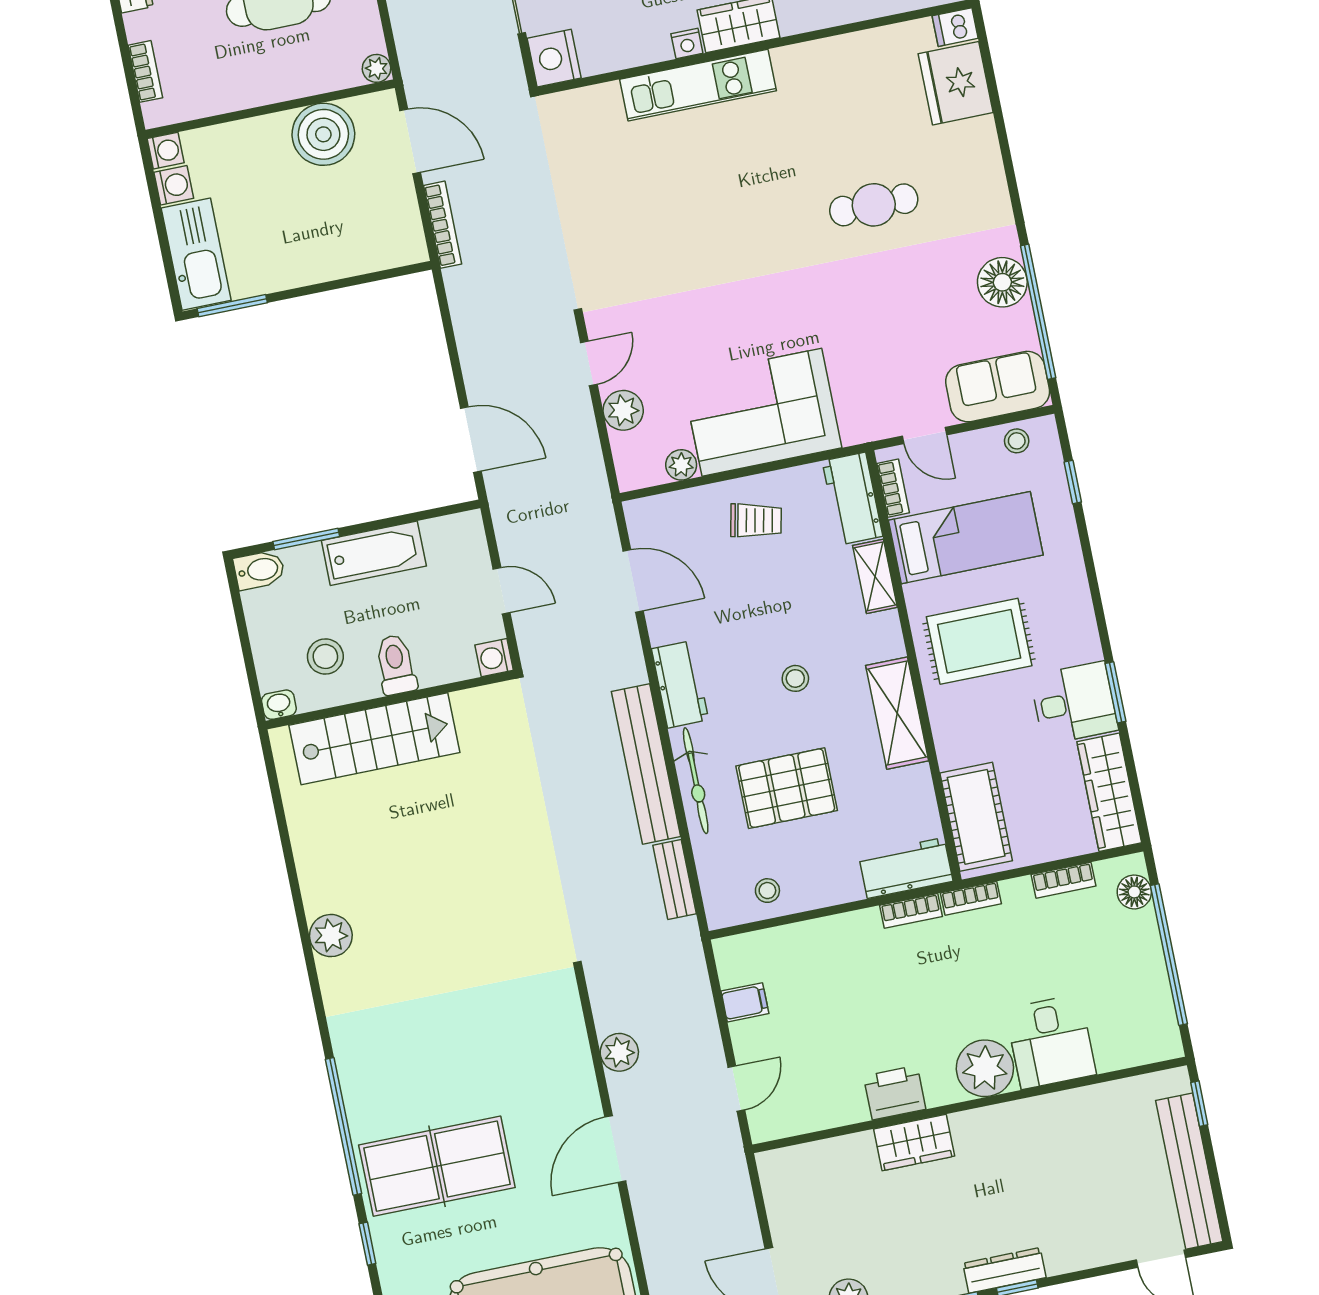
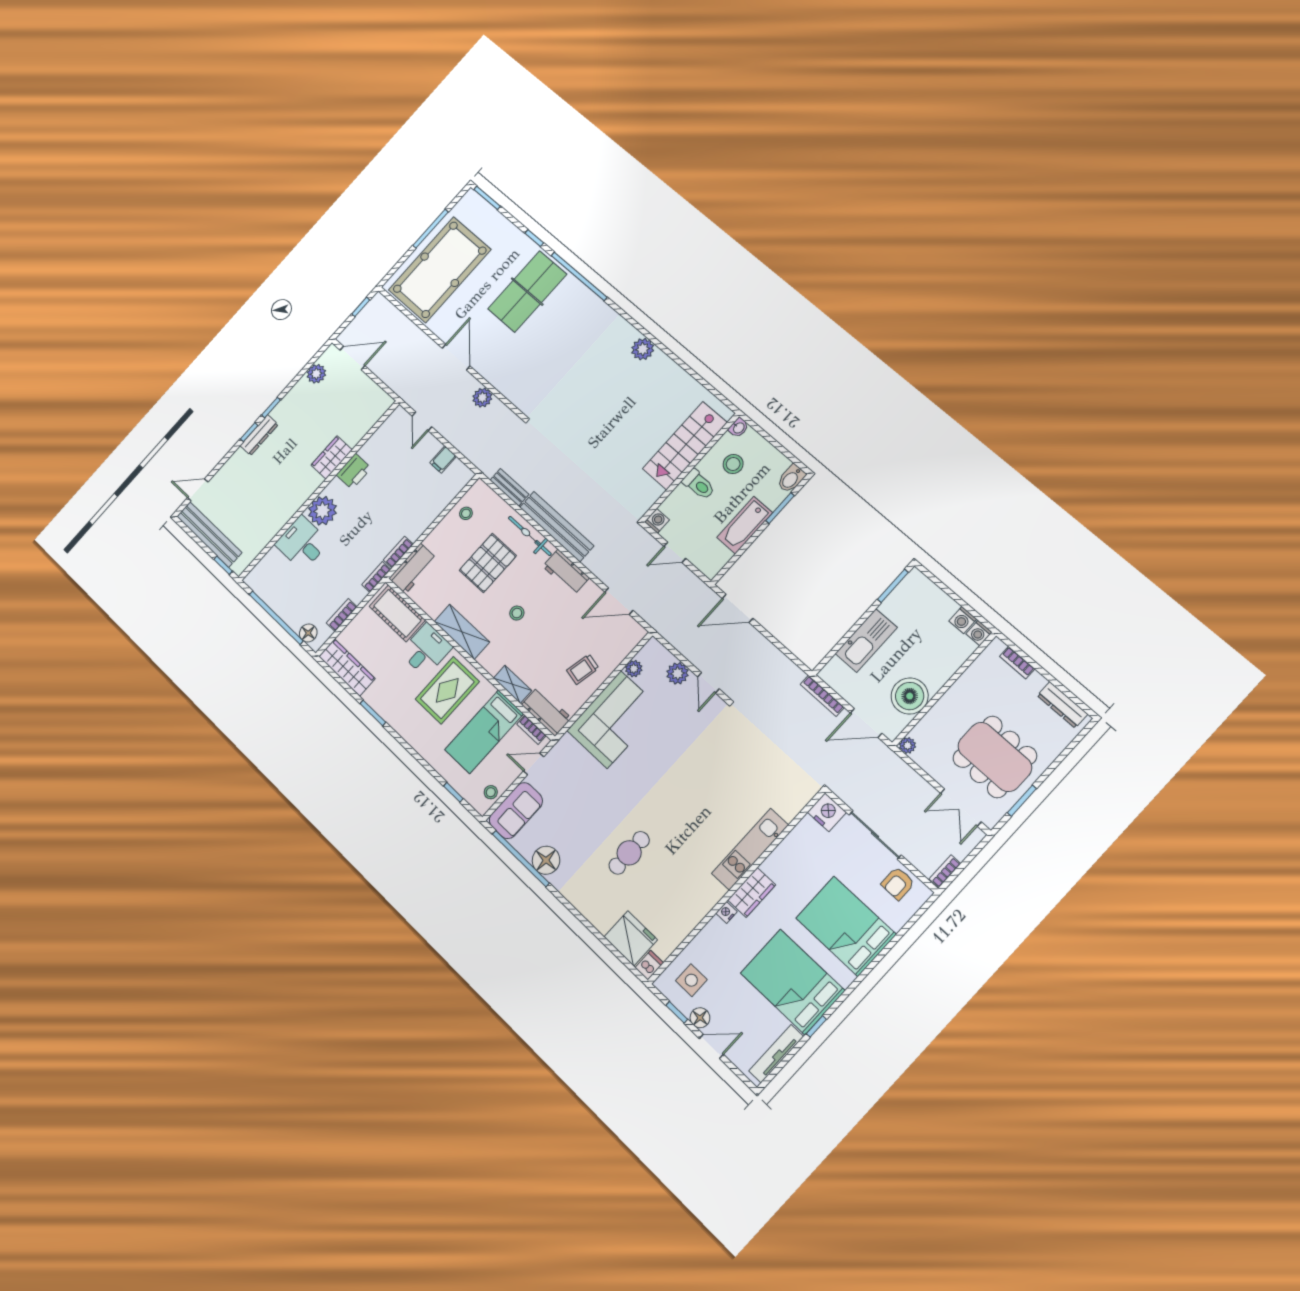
nightstand: (687, 43) -> (726, 912), moved
kitchen sink: (196, 254) -> (866, 640), moved, turned -90
desk: (1074, 703) -> (426, 650), moved, turned 180

